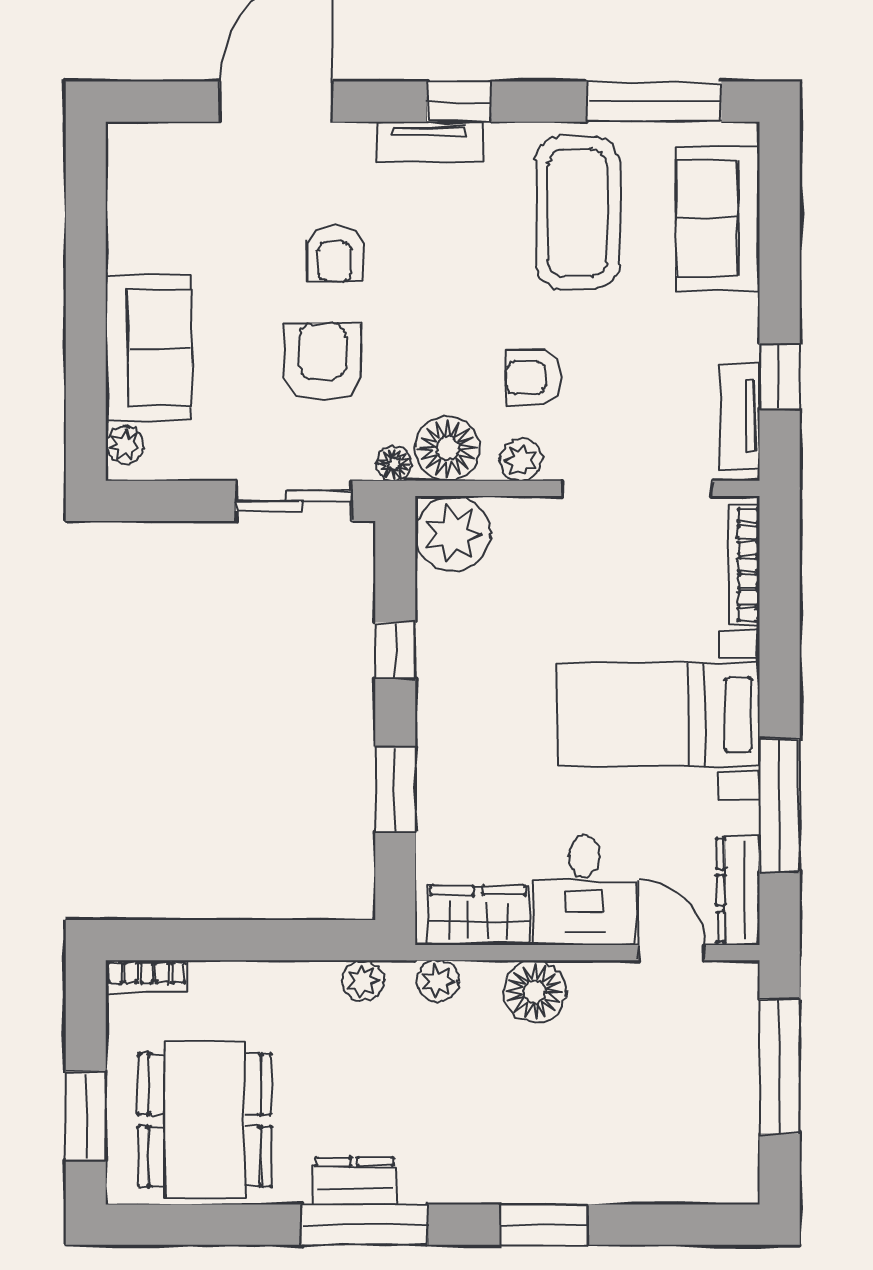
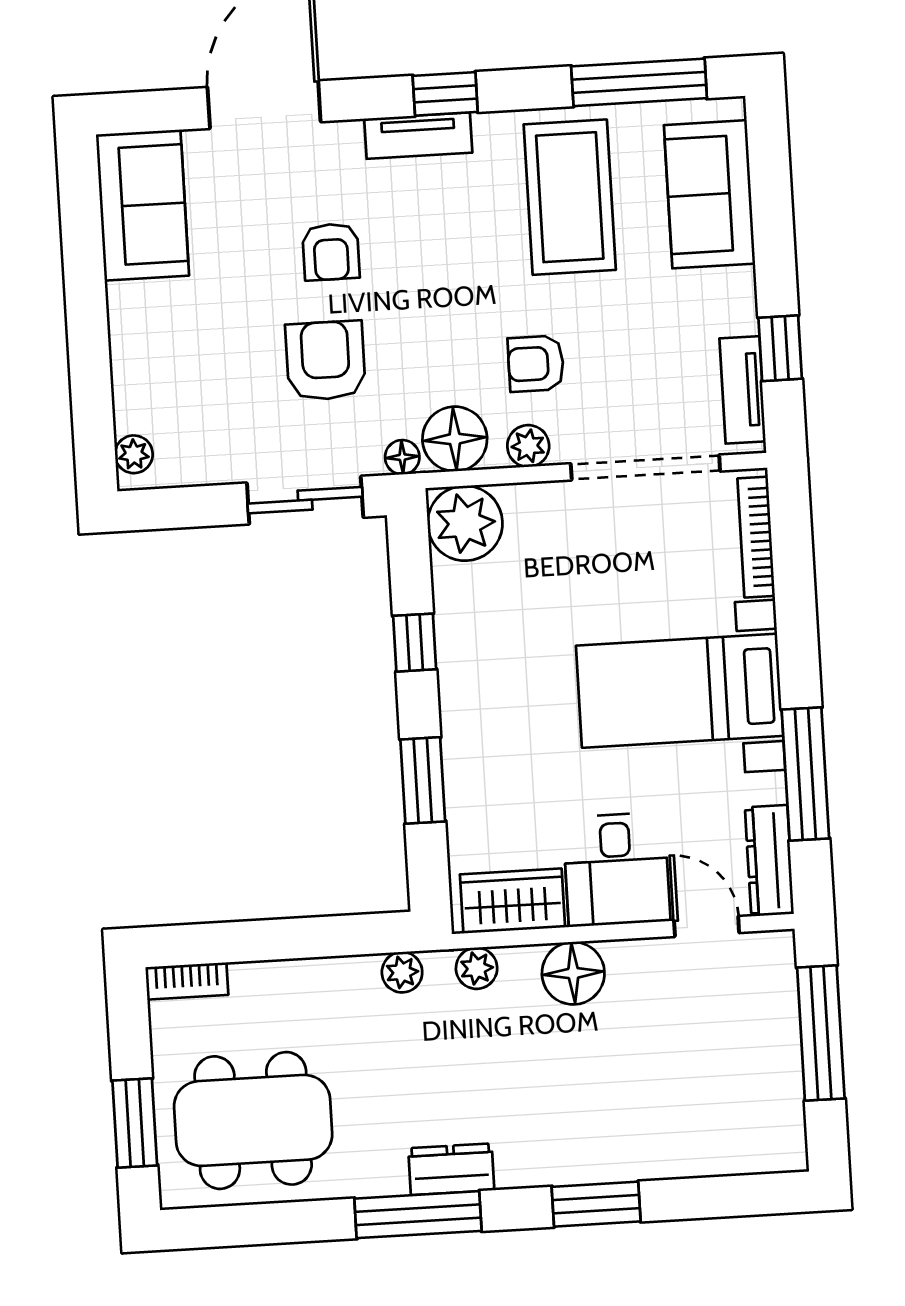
sofa: (148, 348) -> (142, 205), moved
dining table: (205, 1120) -> (253, 1120), turned 90
dresser: (354, 1181) -> (451, 1169), moved

